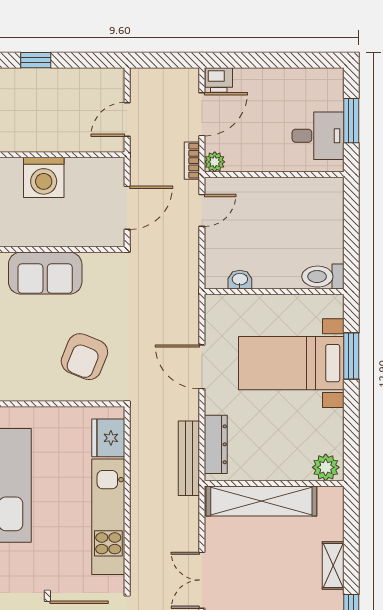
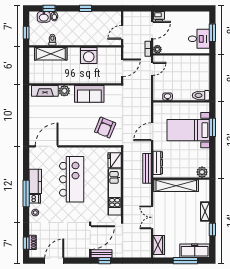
door: (202, 367) -> (152, 132), hinge flipped

